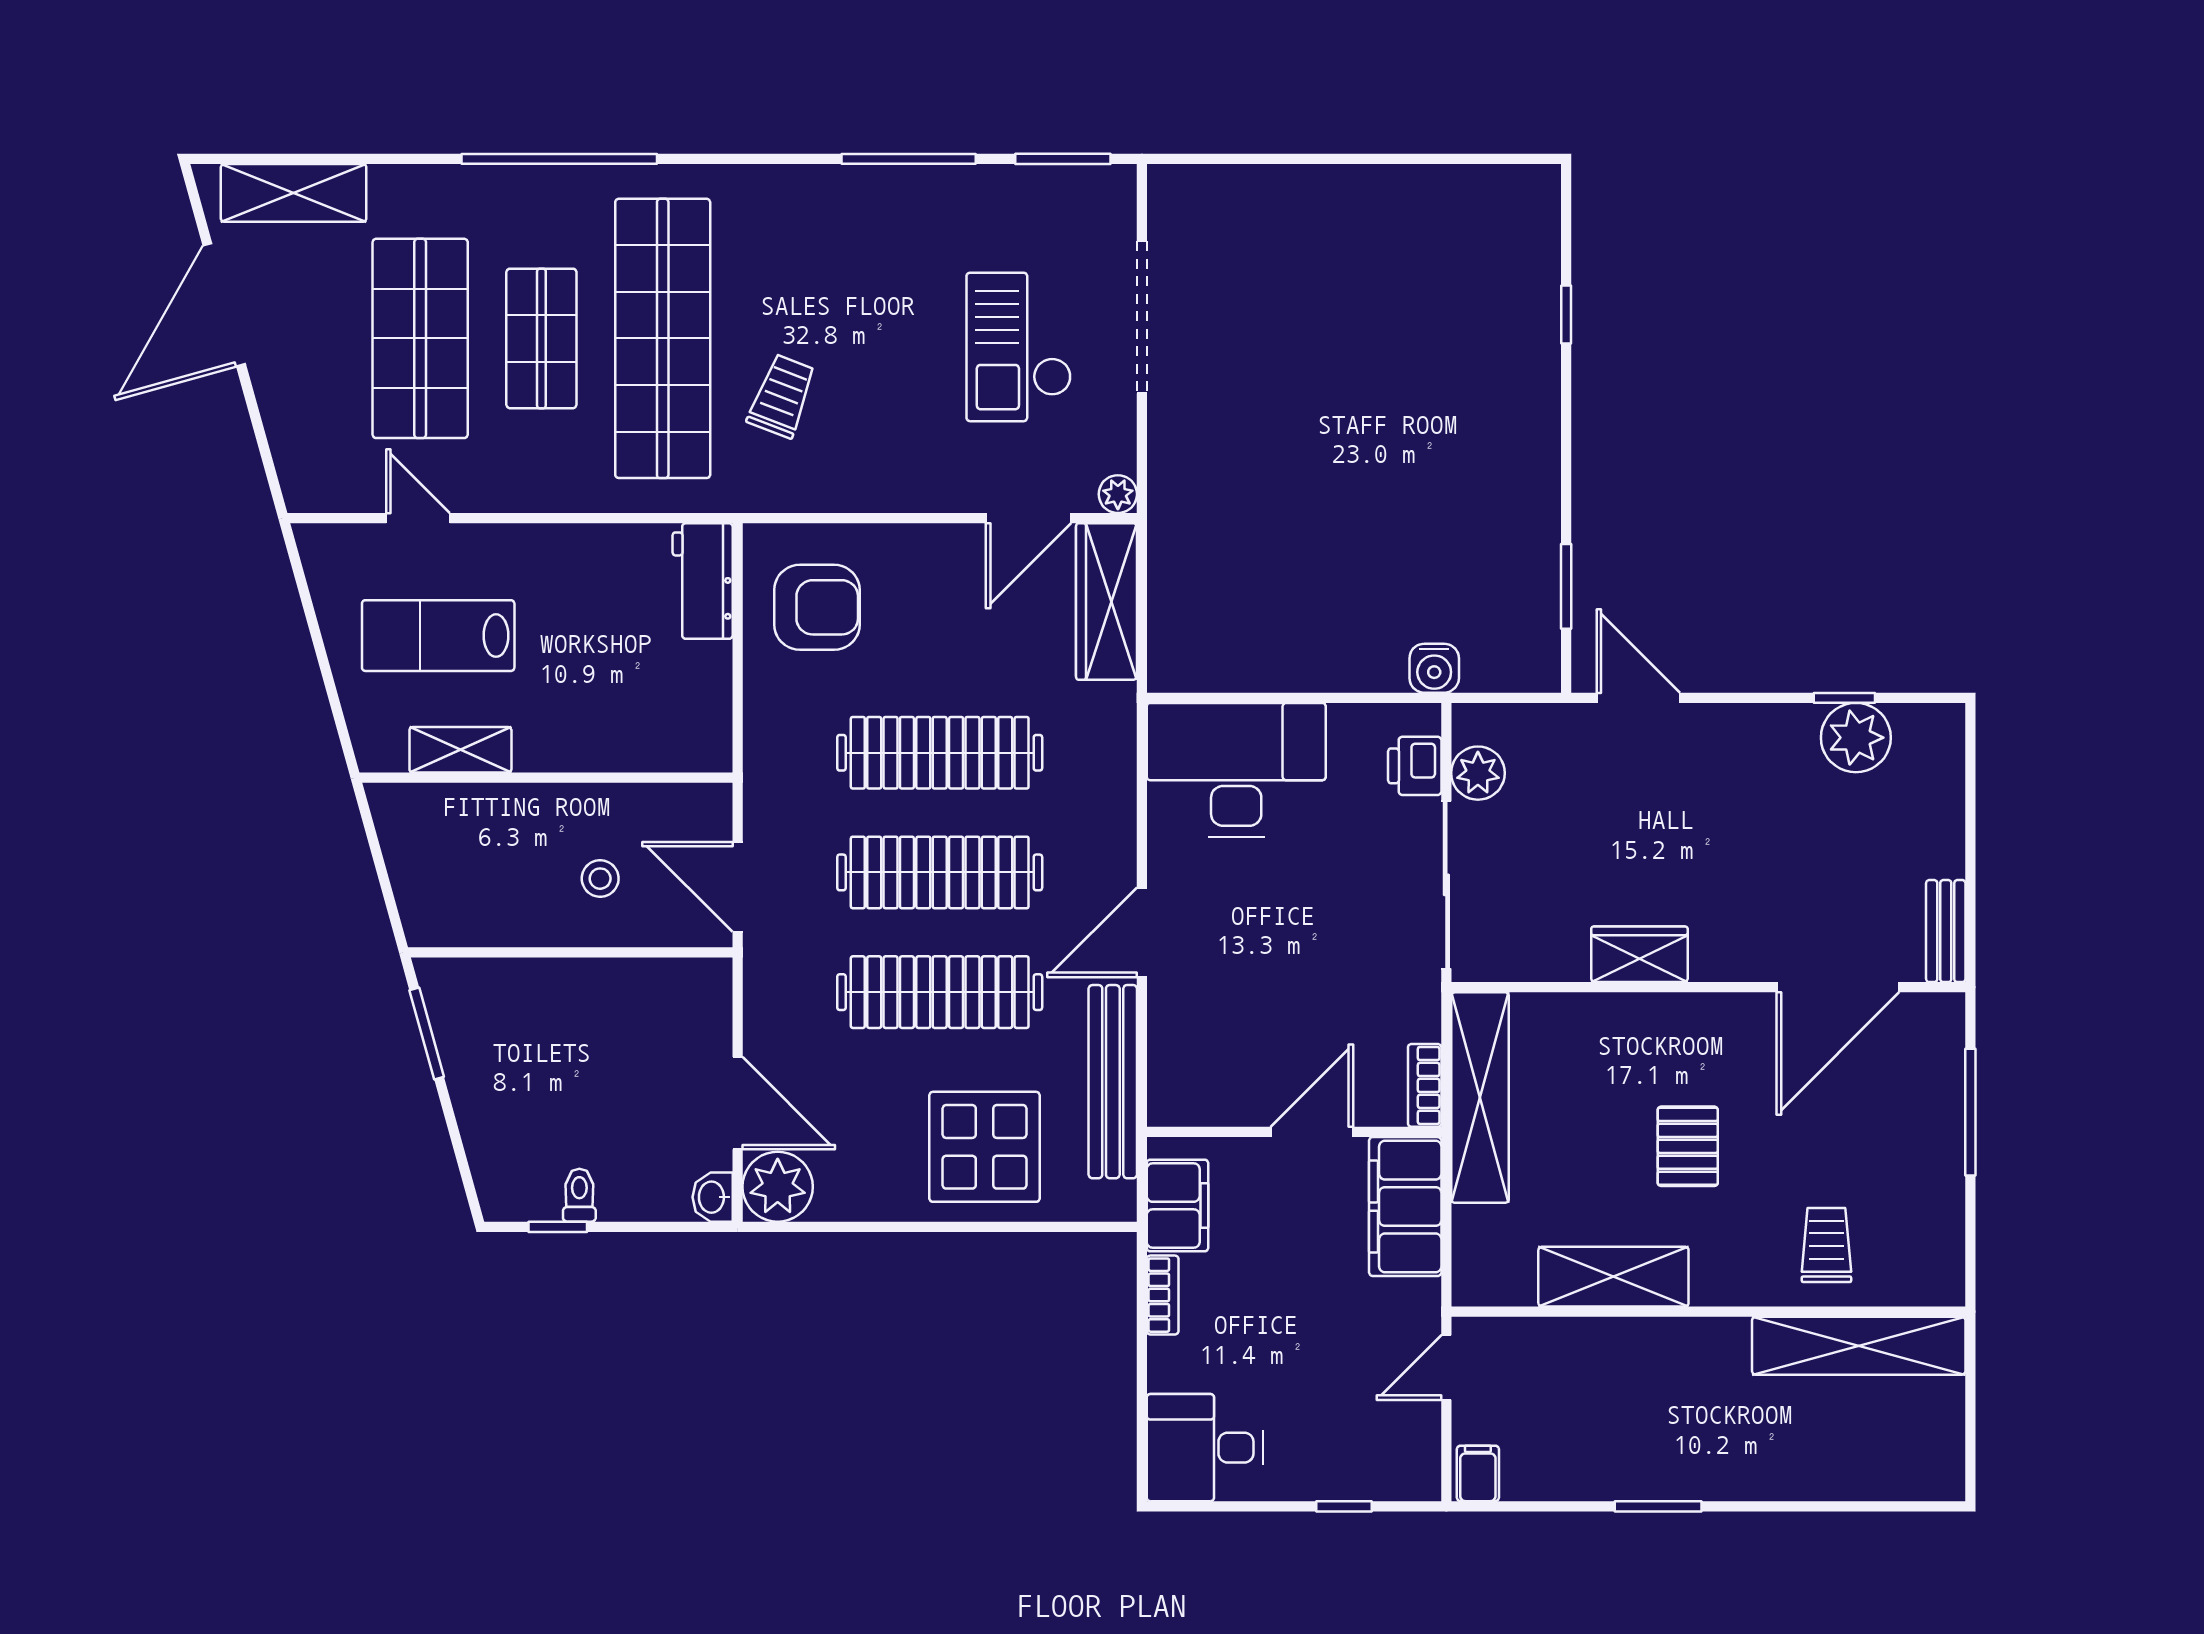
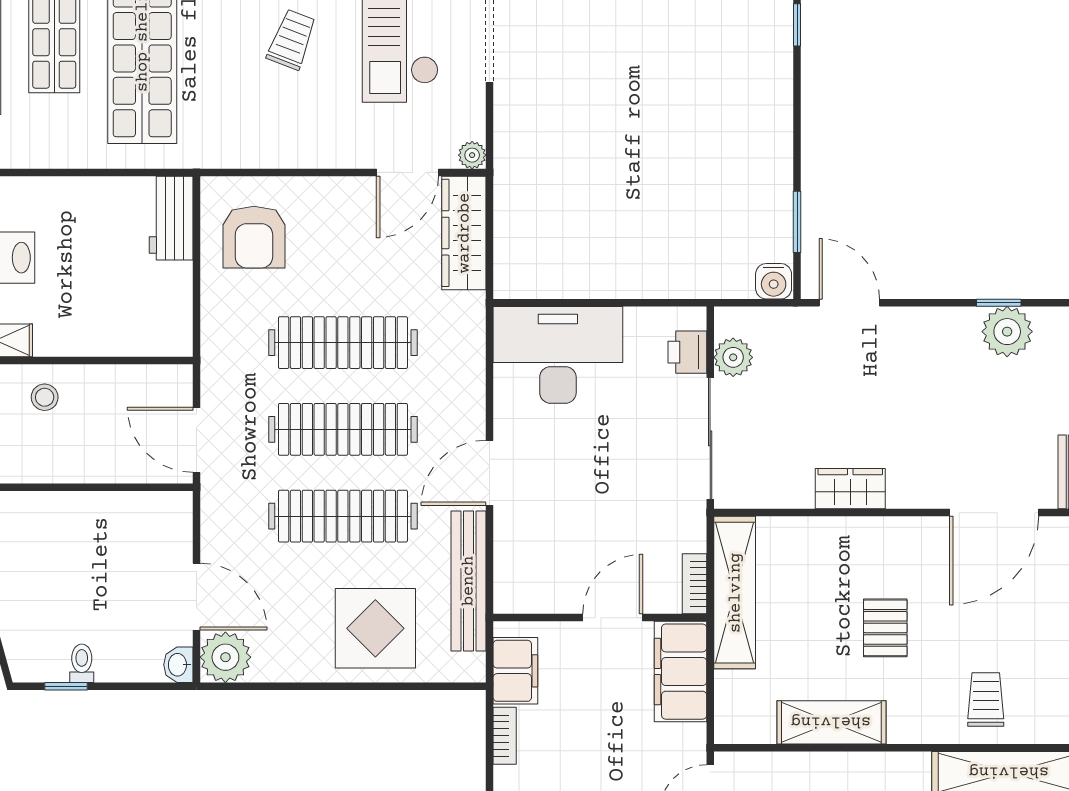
trolley: (782, 396) -> (292, 39), moved
armchair: (817, 607) -> (254, 237), turned 90
water cooler: (1434, 668) -> (774, 281), moved
stool: (600, 879) -> (45, 397), moved

